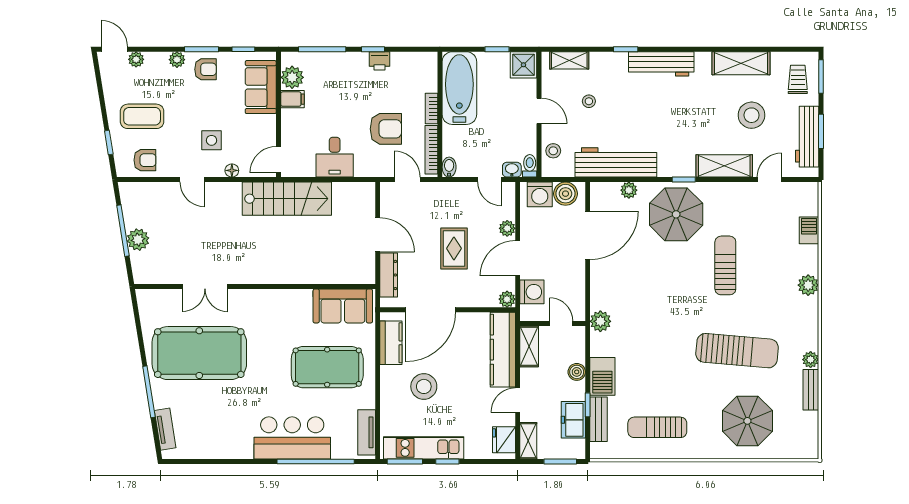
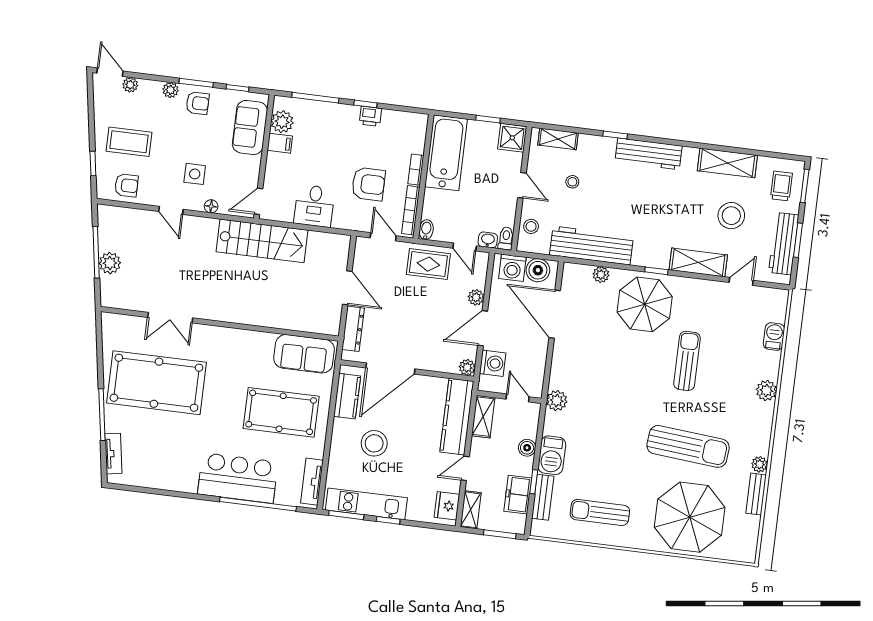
door: (588, 235) -> (555, 314), swing flipped
rug: (454, 248) -> (428, 264), moved, turned 90
parasol: (747, 421) -> (690, 517), width x1.36, depth x1.36

